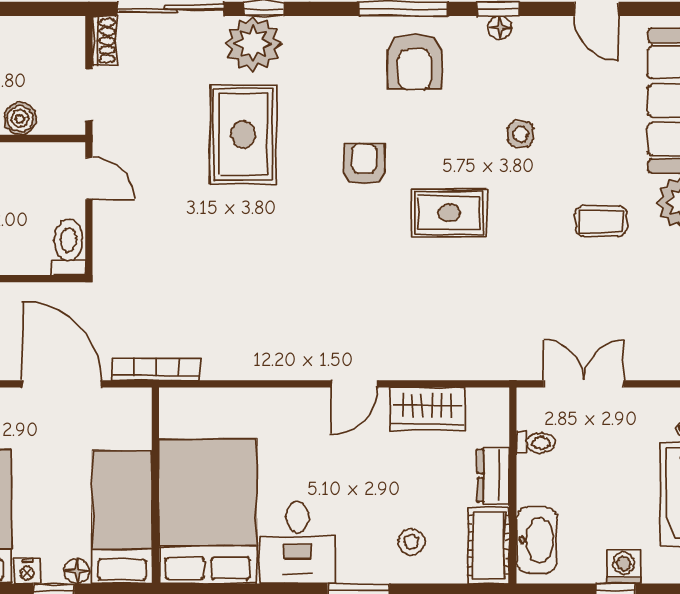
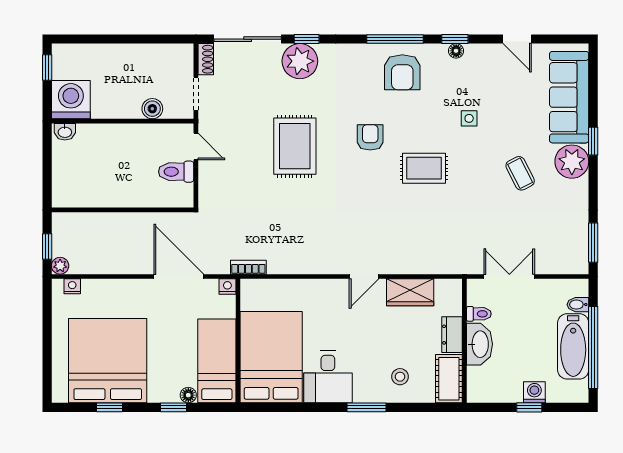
rug: (243, 134) -> (295, 146), moved
coffee table: (601, 221) -> (520, 173), turned 63
toilet: (69, 248) -> (176, 172), moved, turned -90
bookcase: (156, 369) -> (248, 267), width x0.64
washbasin: (537, 540) -> (479, 344), moved
nightstand: (27, 571) -> (227, 287), moved, turned 180

